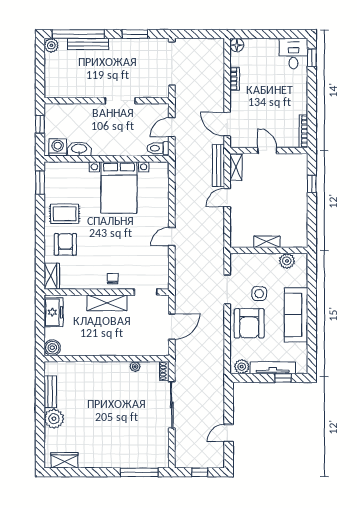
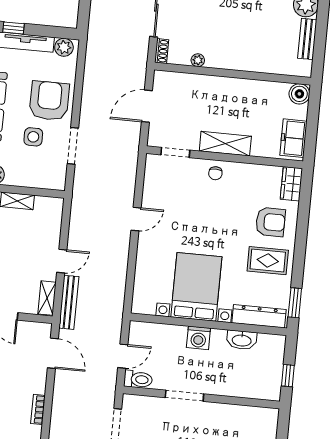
washing machine: (58, 147) -> (198, 338), moved
toilet: (158, 148) -> (138, 379), moved
dresser: (67, 169) -> (259, 316), added
armchair: (65, 244) -> (270, 222), turned -90

